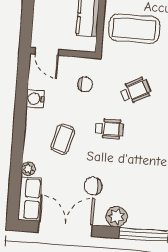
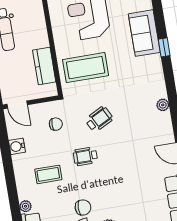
wheelchair: (110, 129) -> (85, 156), turned 180
coffee table: (63, 139) -> (48, 174), turned 75
chair: (93, 186) -> (83, 207), turned 180

